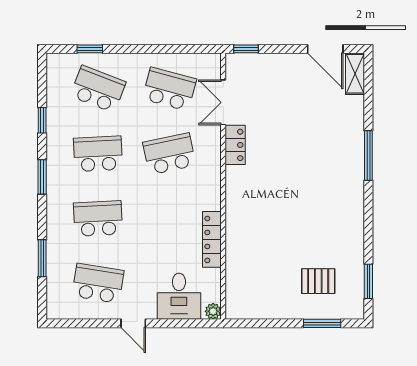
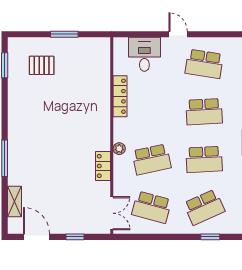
window: (246, 49) -> (75, 237), moved
shelving: (355, 74) -> (14, 202), moved
school desk: (98, 89) -> (204, 207), turned -45
double door: (223, 102) -> (112, 213), moved
plant: (213, 311) -> (119, 149), moved
window: (322, 323) -> (64, 34), moved

